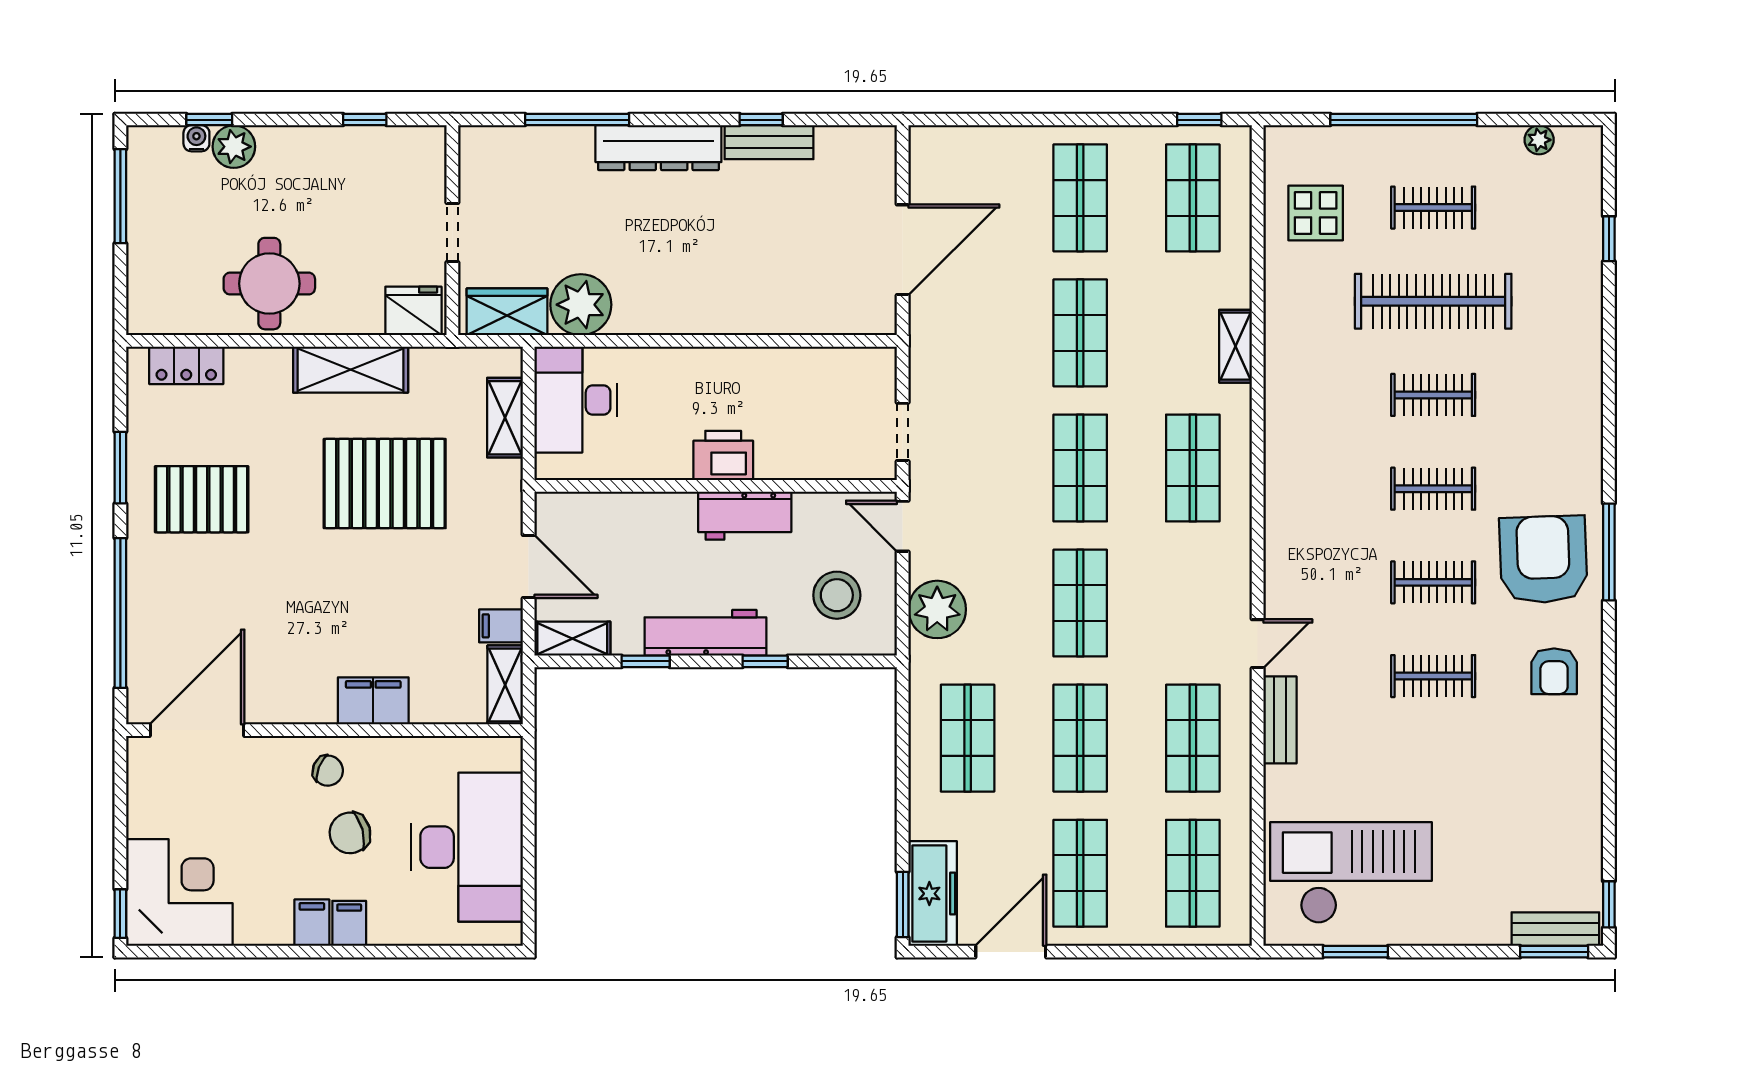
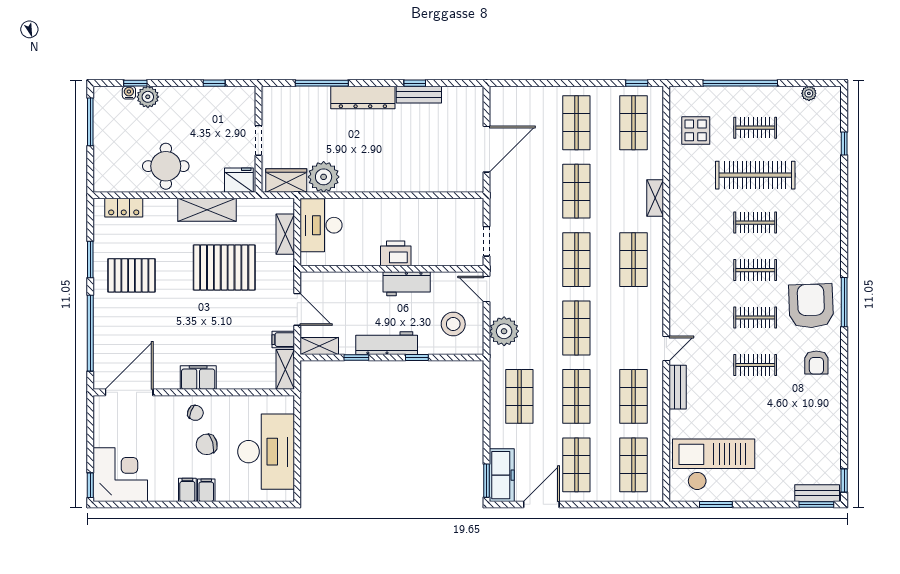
filing cabinet: (373, 701) -> (198, 378), moved

